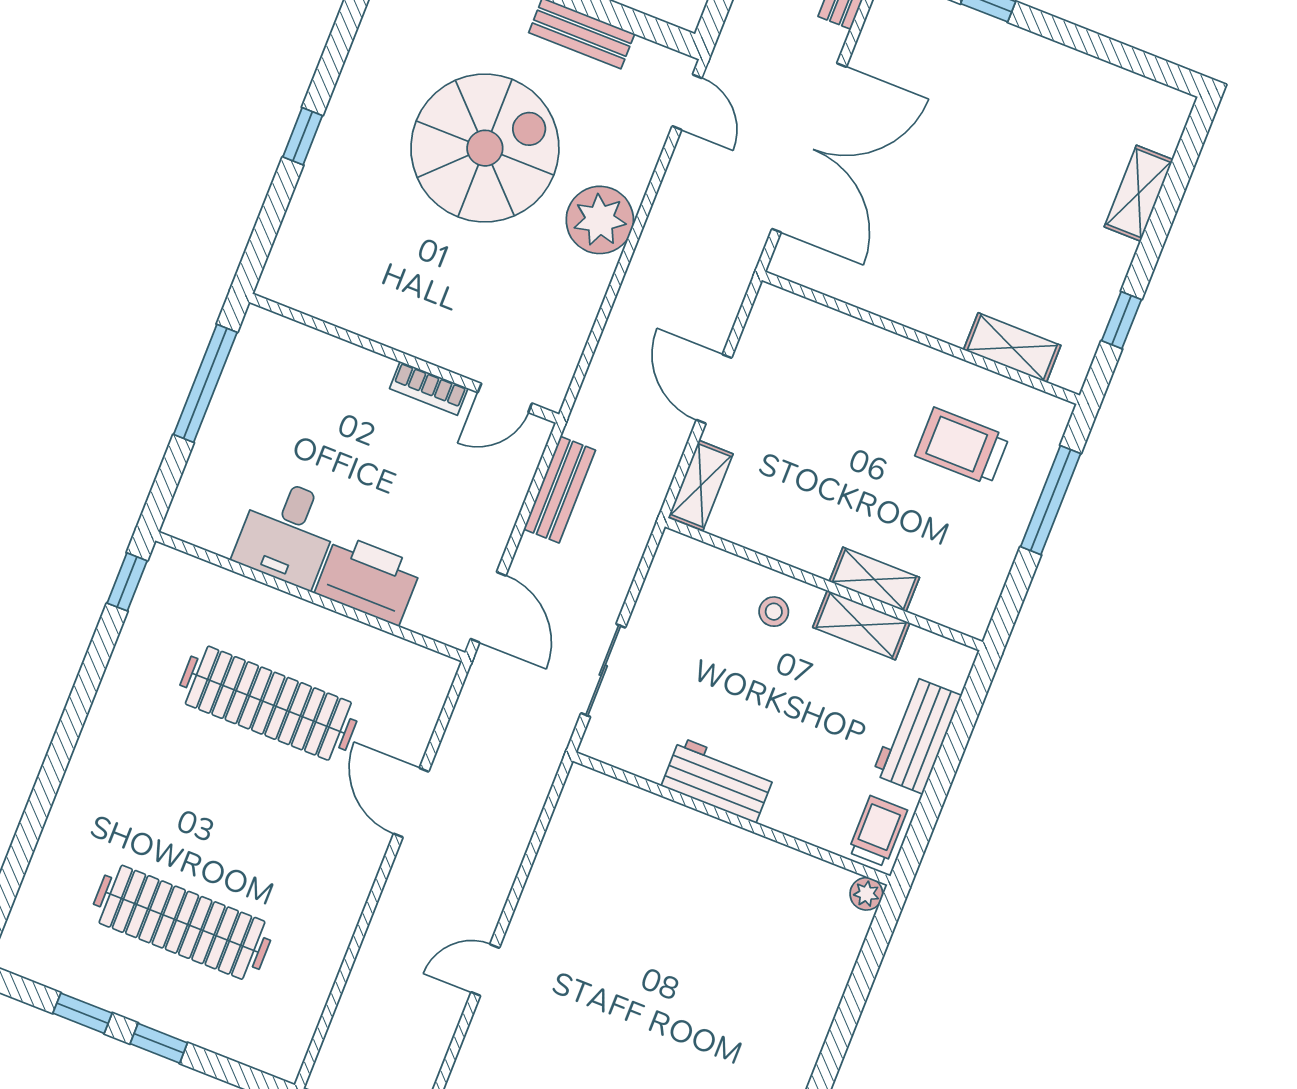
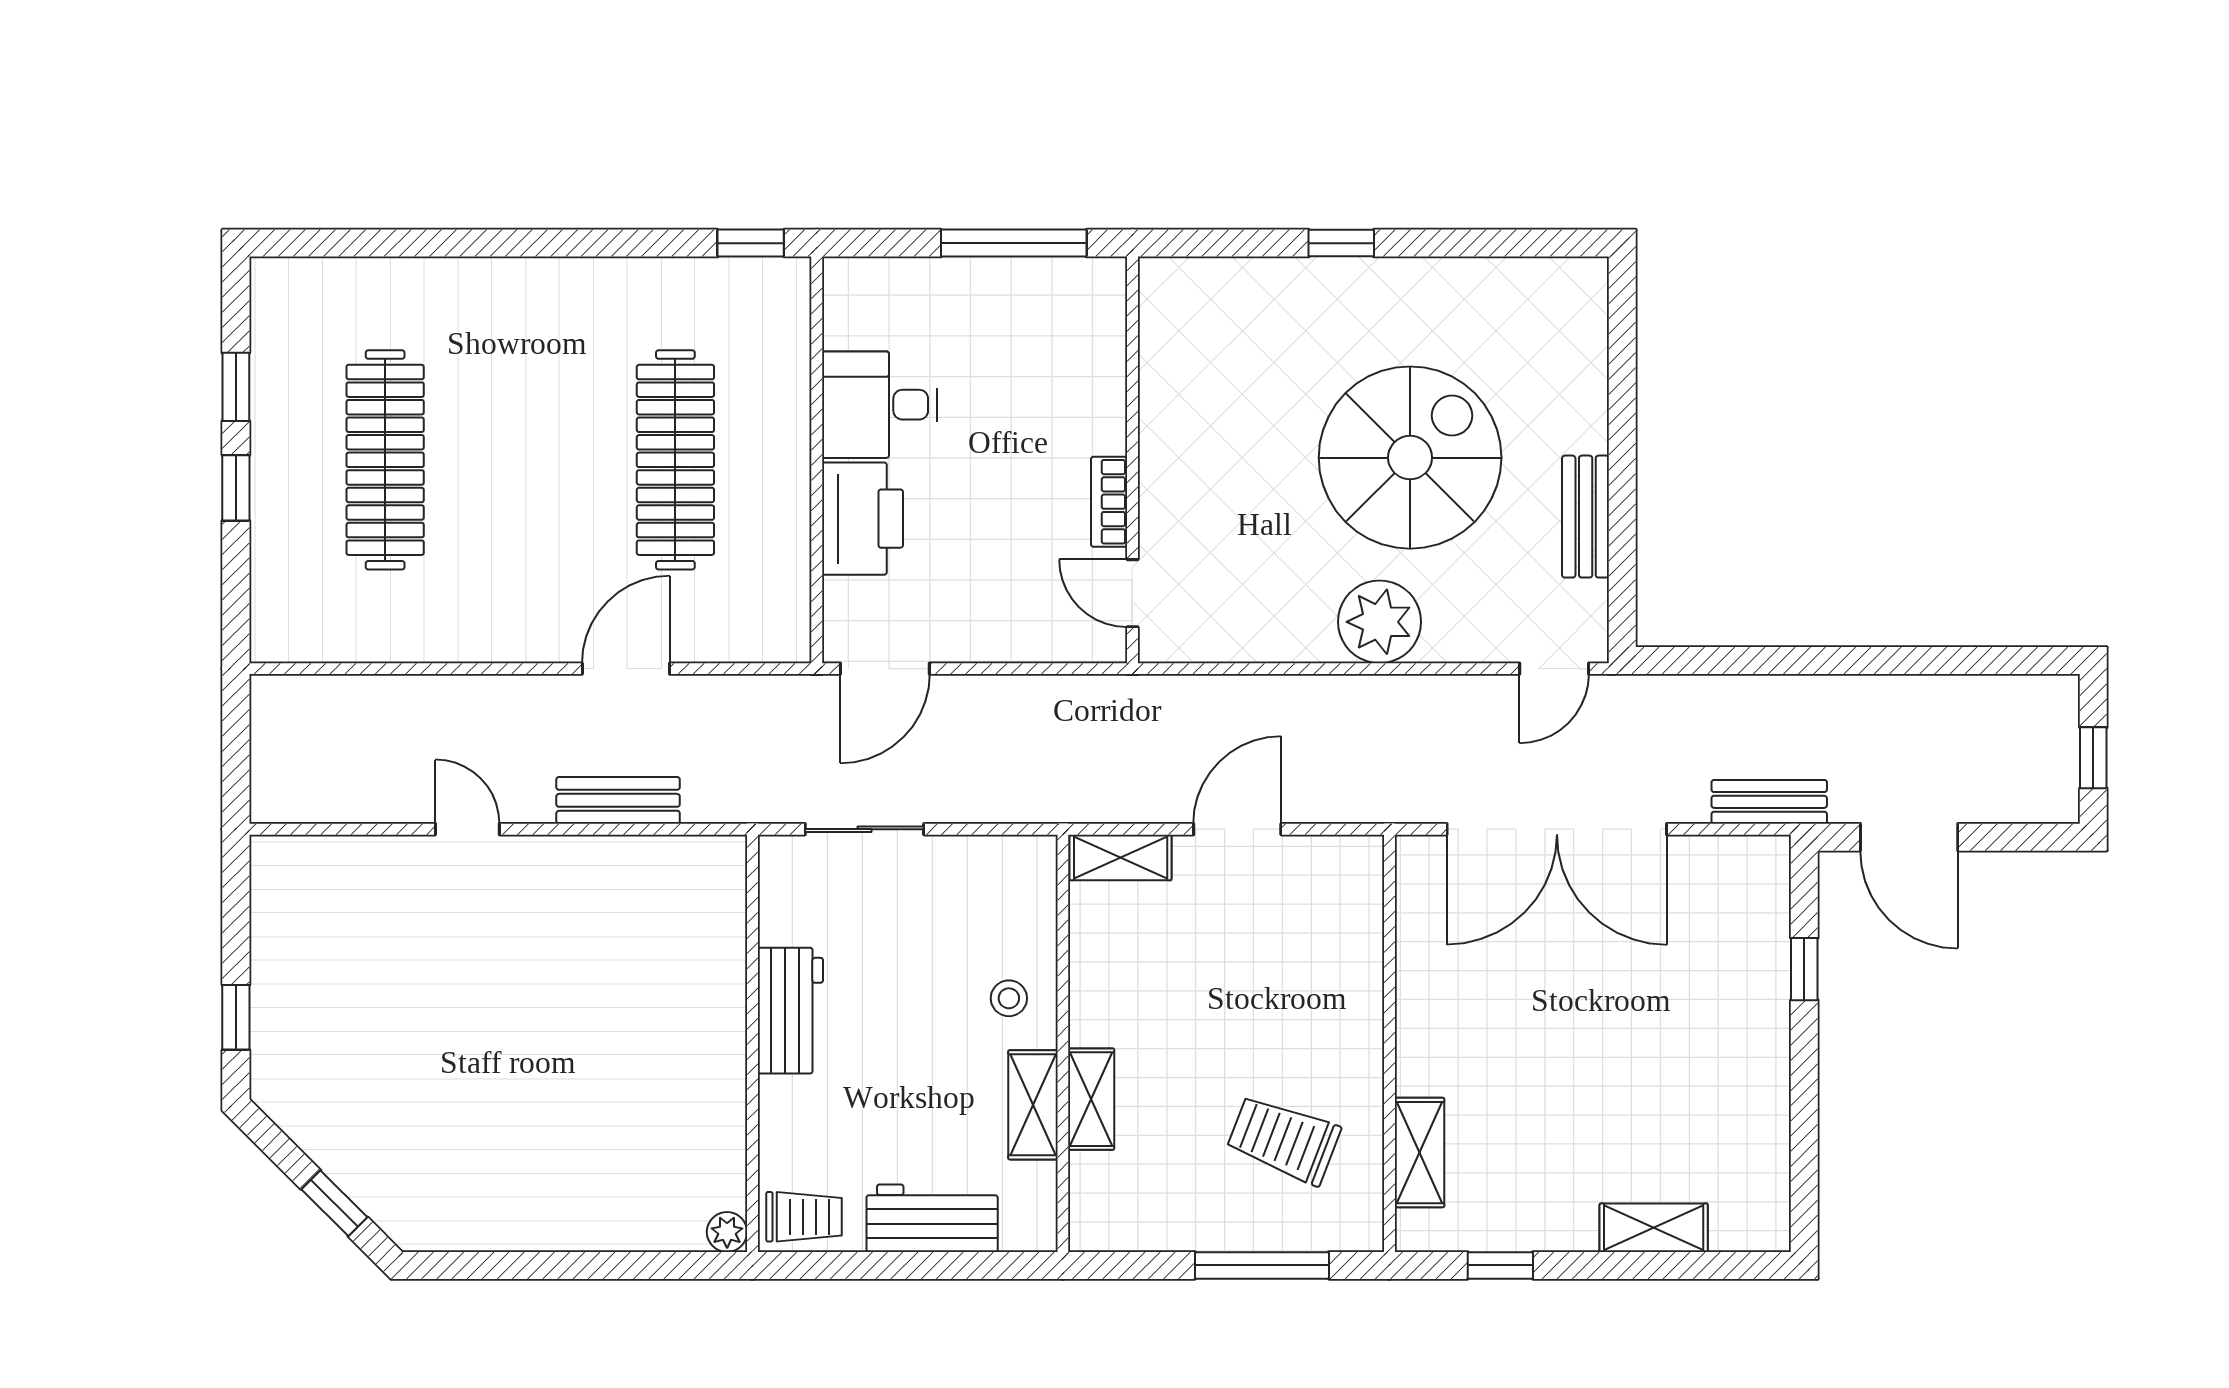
spiral stairs: (485, 148) -> (1410, 458), turned -90
trolley: (962, 446) -> (1284, 1139), turned -69
bench: (560, 490) -> (618, 800), moved

